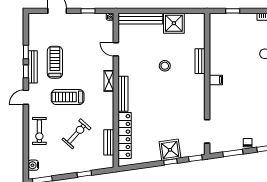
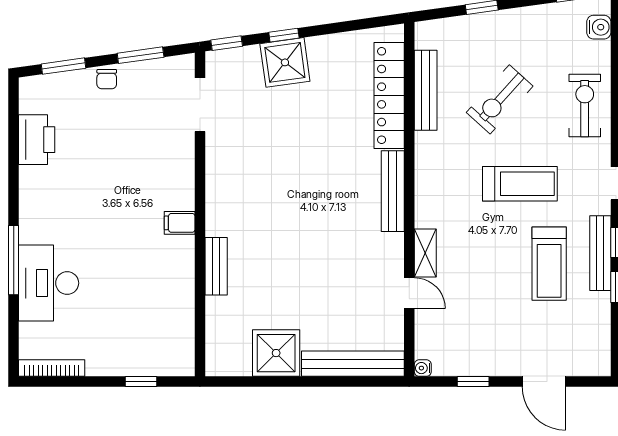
stool: (165, 66) -> (297, 255), removed
shelving: (109, 81) -> (425, 253), moved
bench: (109, 142) -> (426, 90), width x1.36

